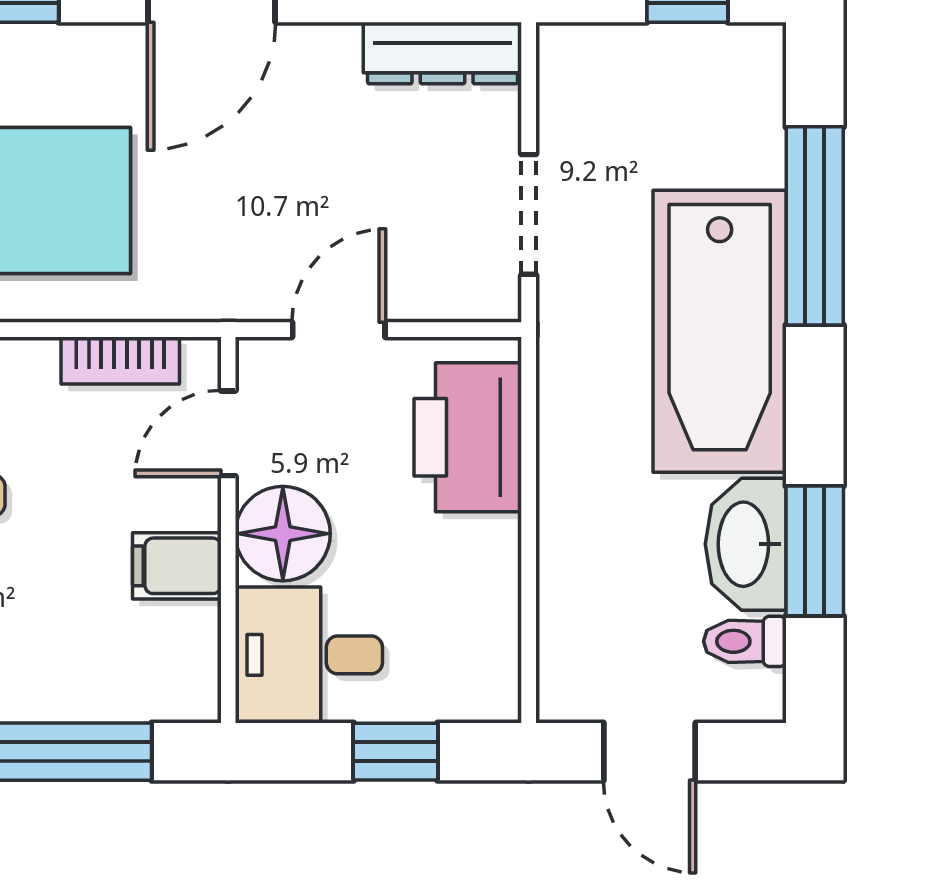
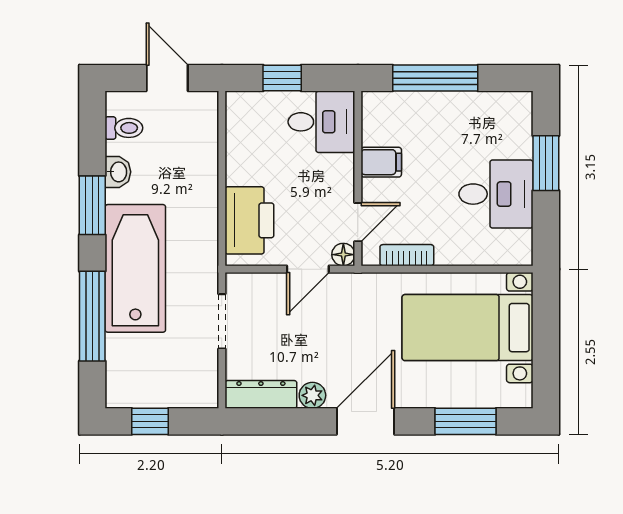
plant: (329, 51) -> (312, 395), added
floor lamp: (283, 534) -> (343, 255), moved, width x0.53, depth x0.53
washbasin: (746, 544) -> (118, 172), width x0.52, depth x0.69
window: (815, 551) -> (92, 205), moved

